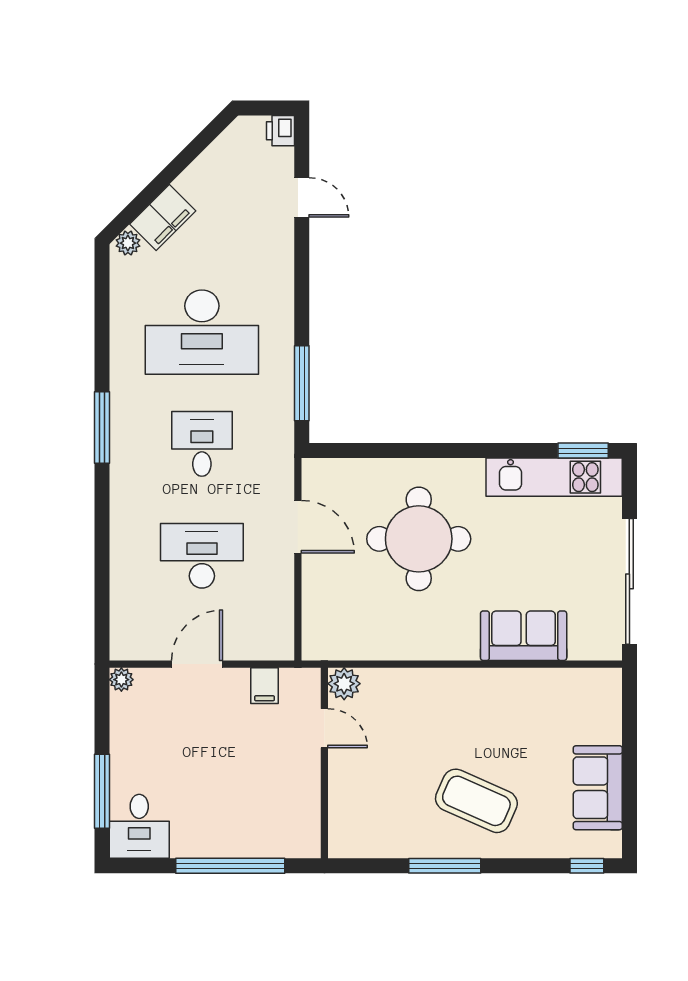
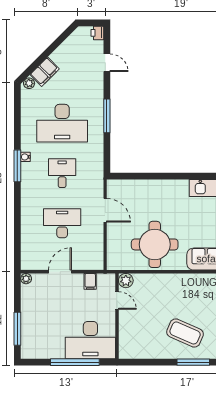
window: (302, 383) -> (107, 116), moved
water cooler: (120, 408) -> (25, 157), added
round table: (419, 539) -> (155, 244), moved
desk: (139, 826) -> (90, 340), moved, width x1.87, depth x1.30
window: (445, 866) -> (193, 362), moved

